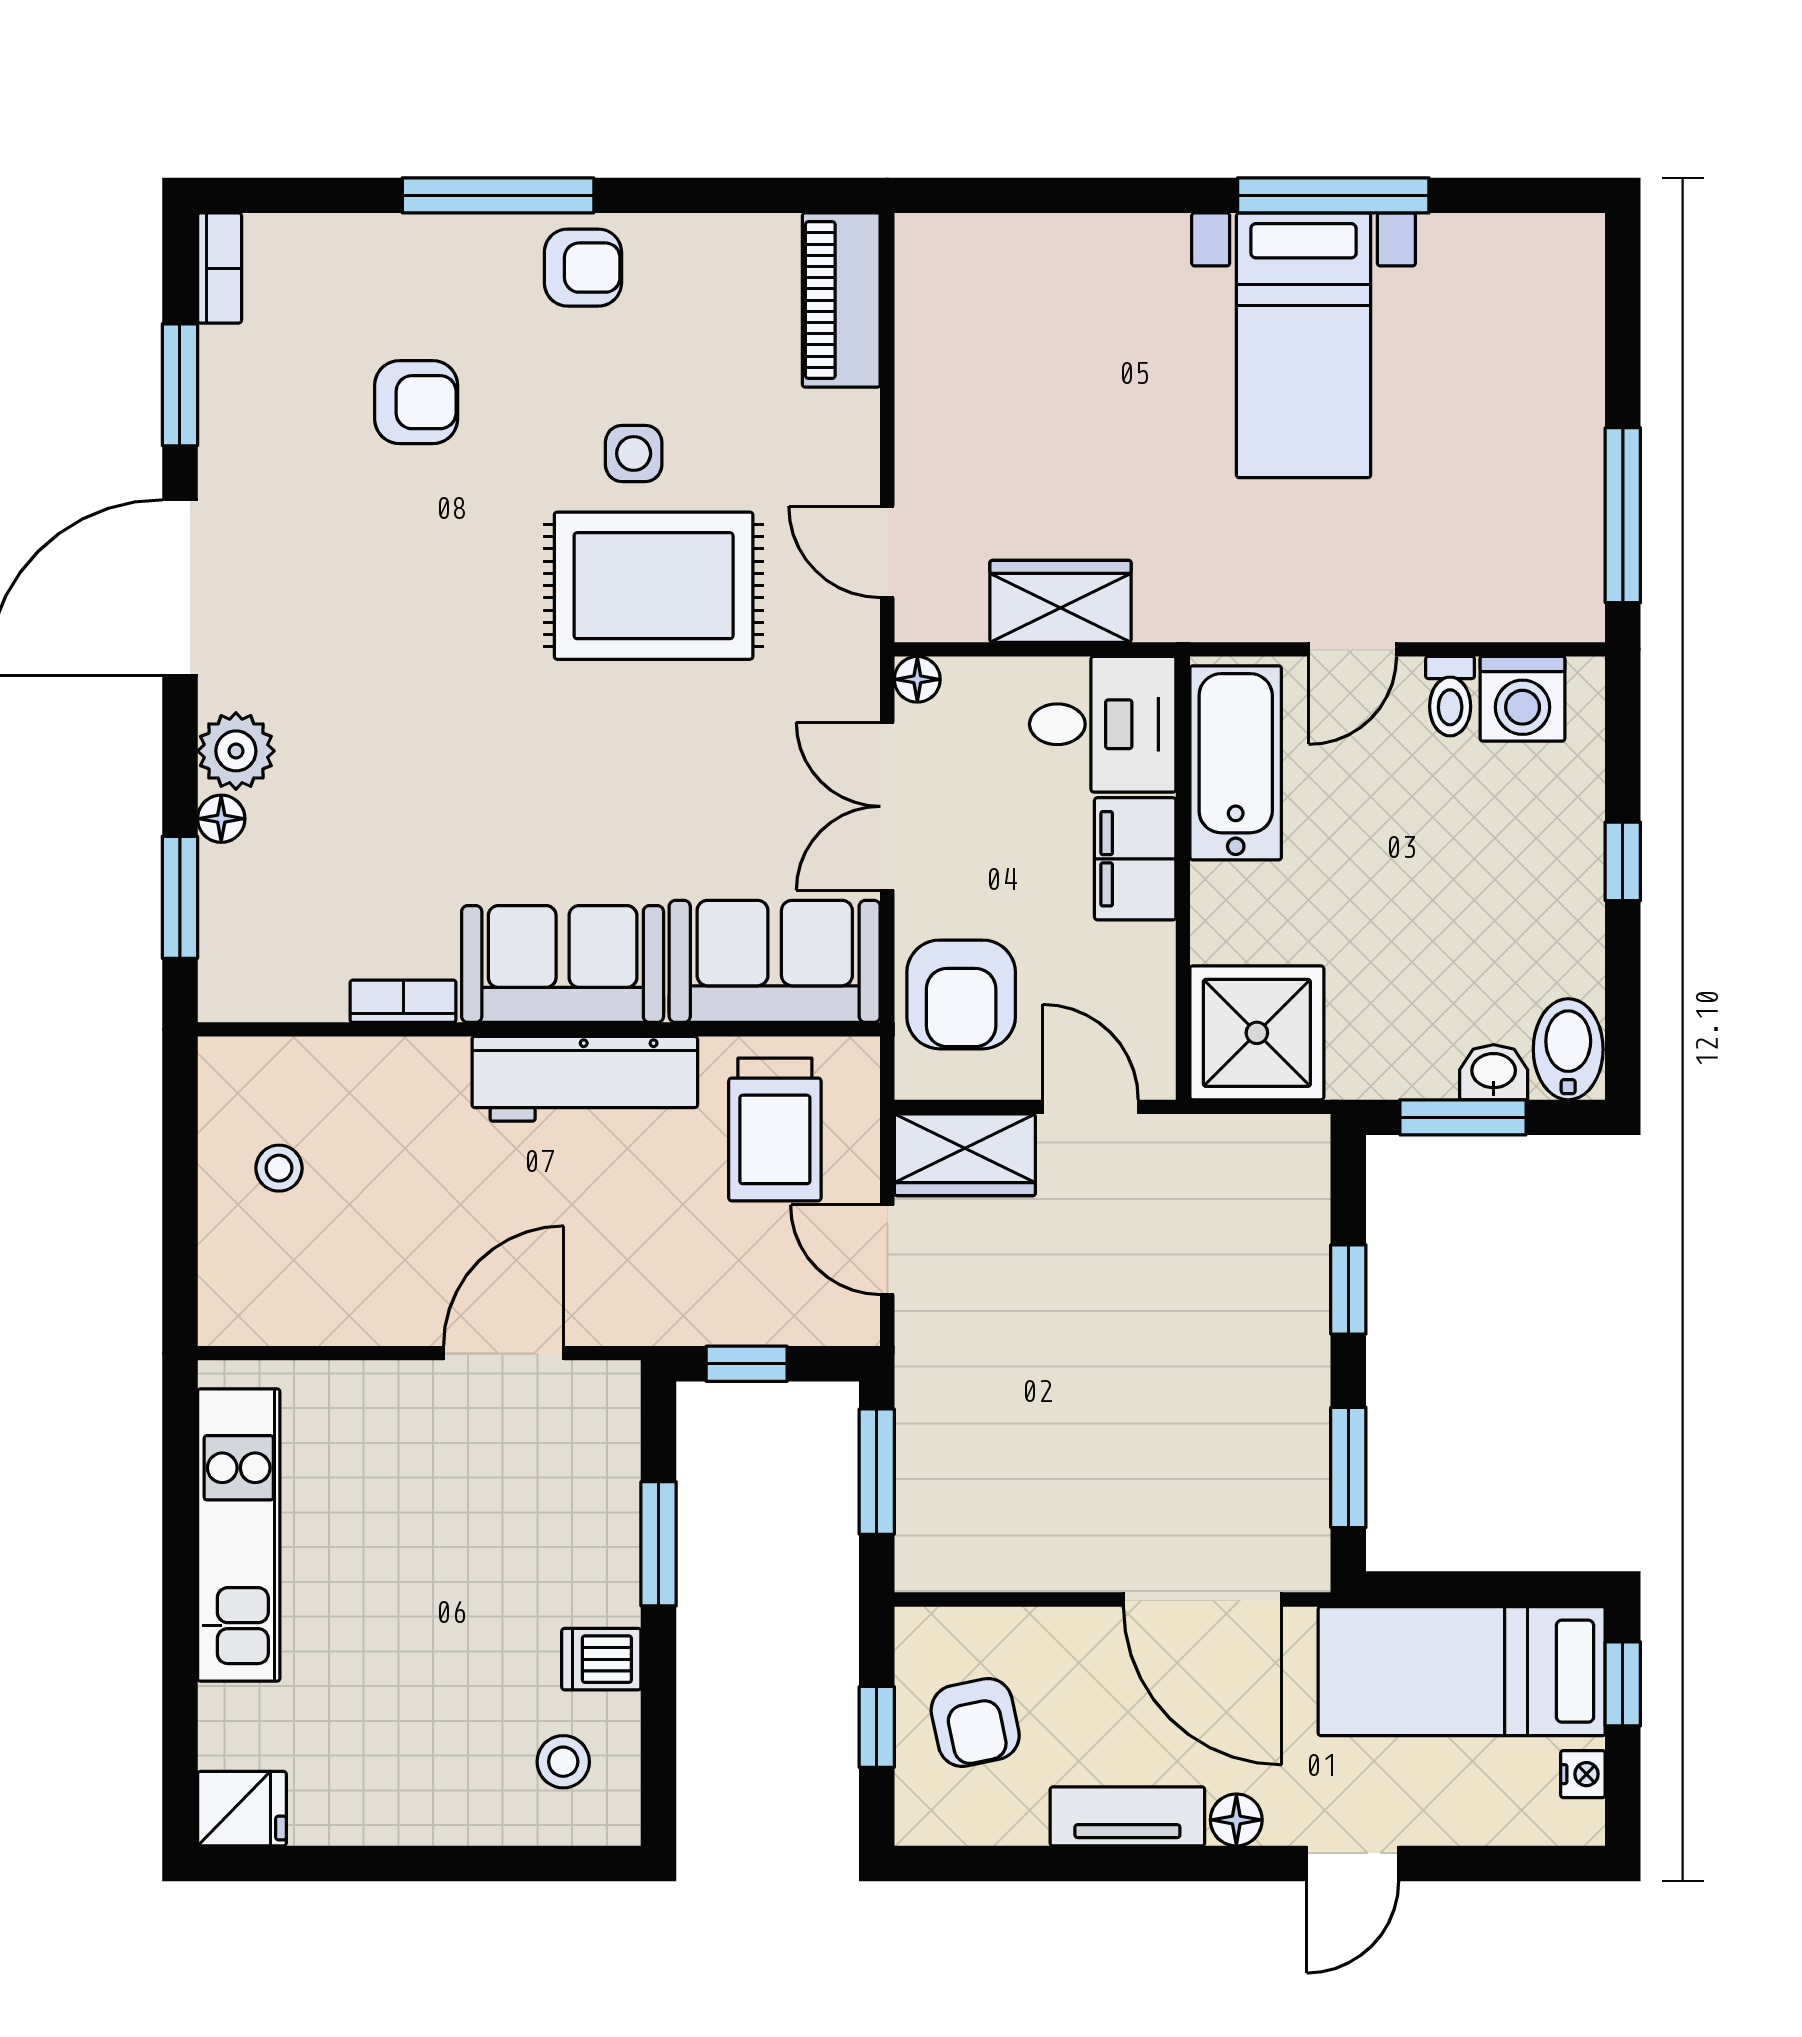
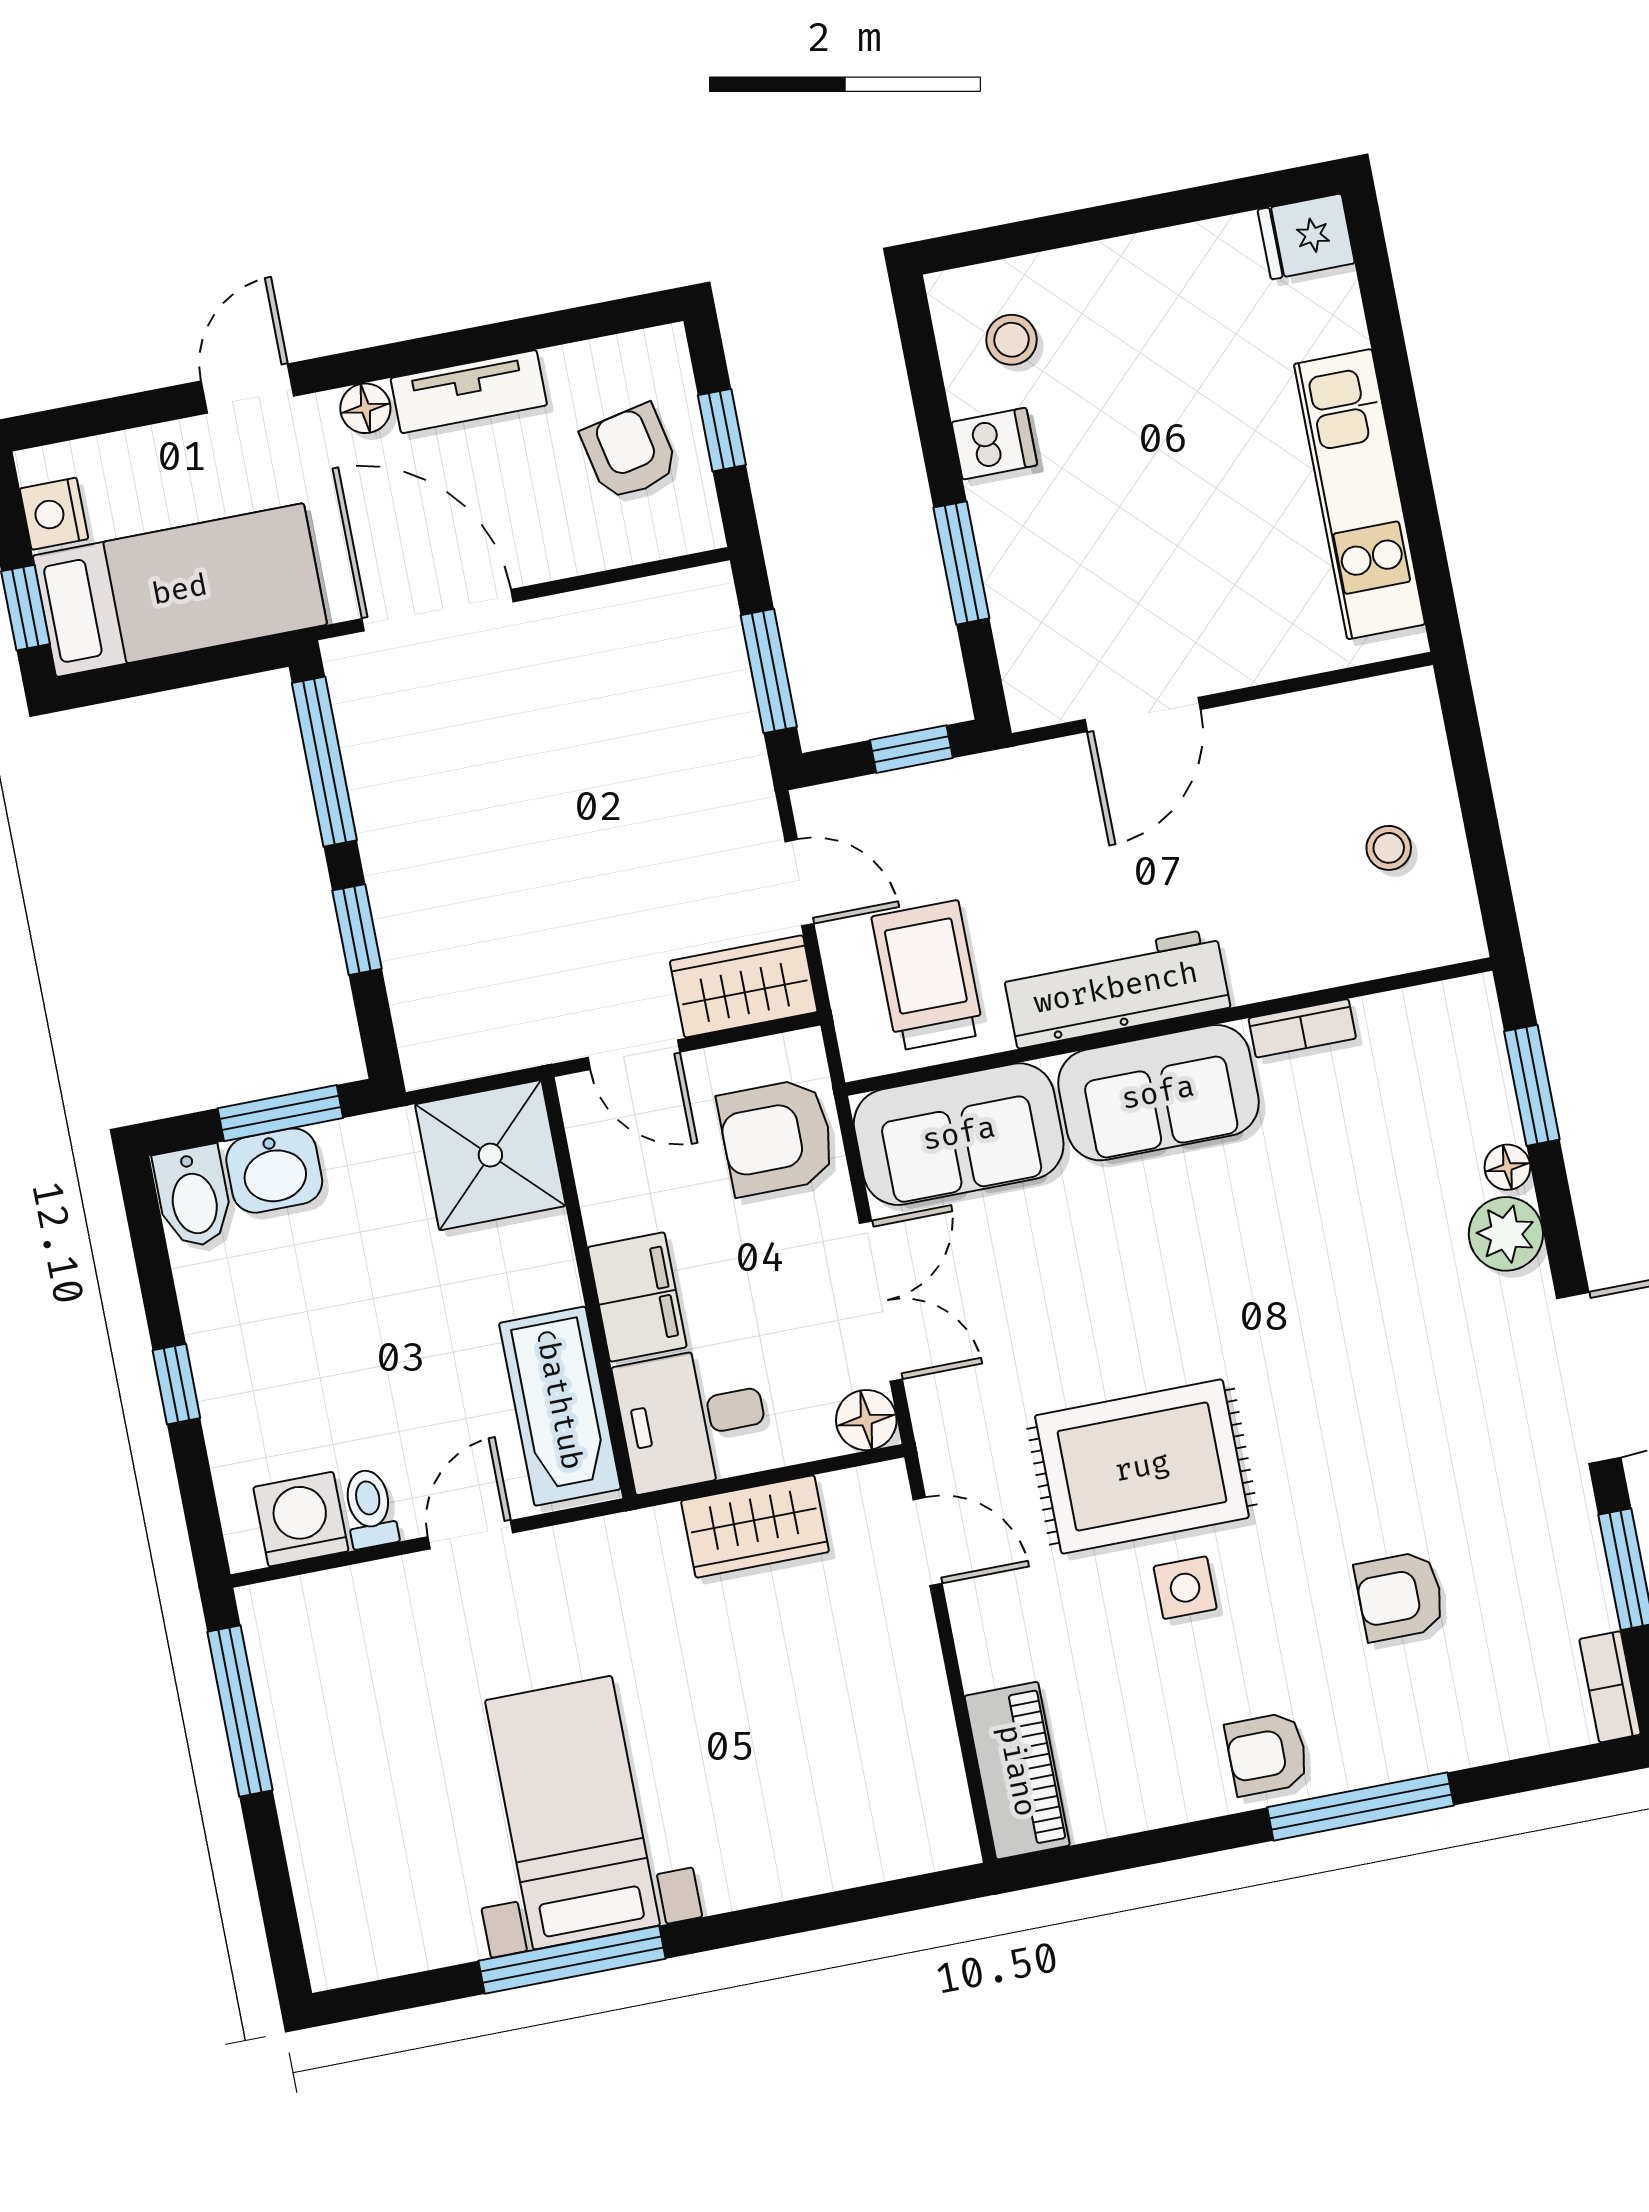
floor lamp: (917, 679) -> (866, 1420), width x1.37, depth x1.37
armchair: (961, 994) -> (777, 1137), turned -90
washbasin: (1494, 1072) -> (274, 1171), width x1.38, depth x1.45
window: (1348, 1467) -> (324, 762), width x1.44
nightstand: (1583, 1774) -> (54, 514), width x1.39, depth x1.35

